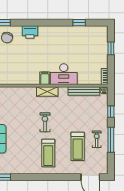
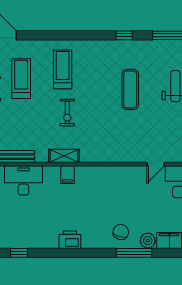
printer: (30, 32) -> (70, 240), moved
desk: (64, 74) -> (23, 180), moved

